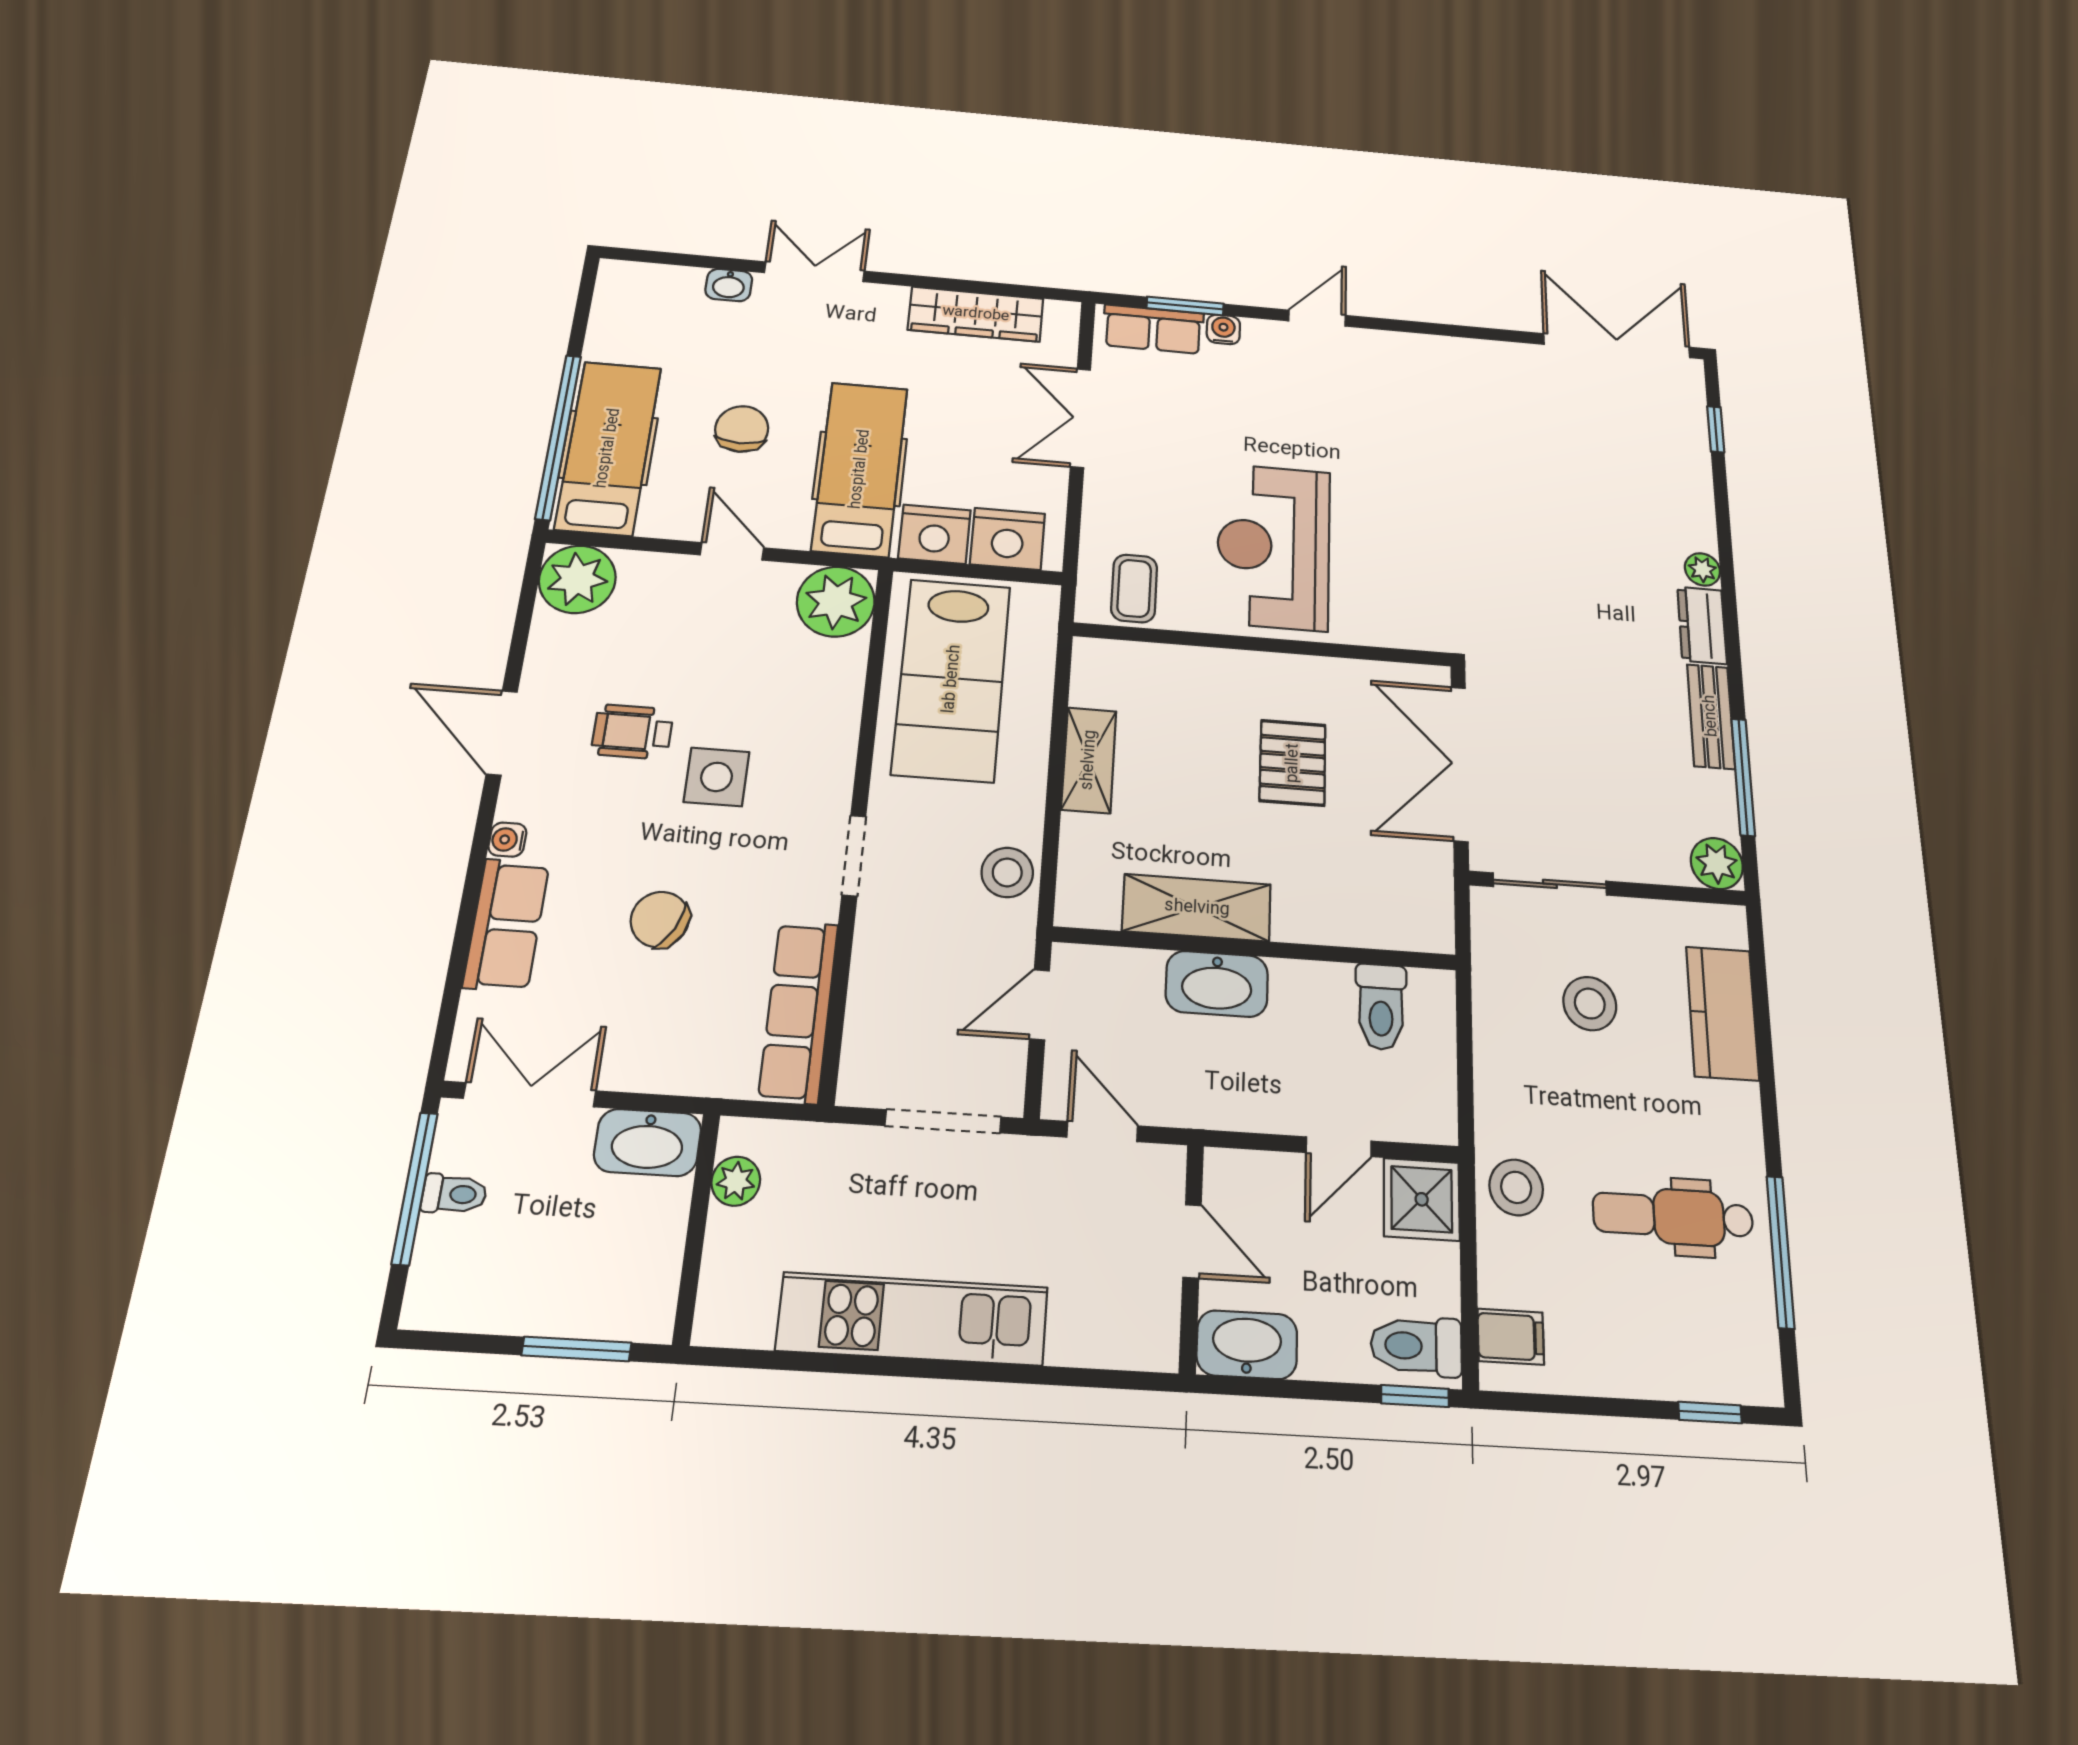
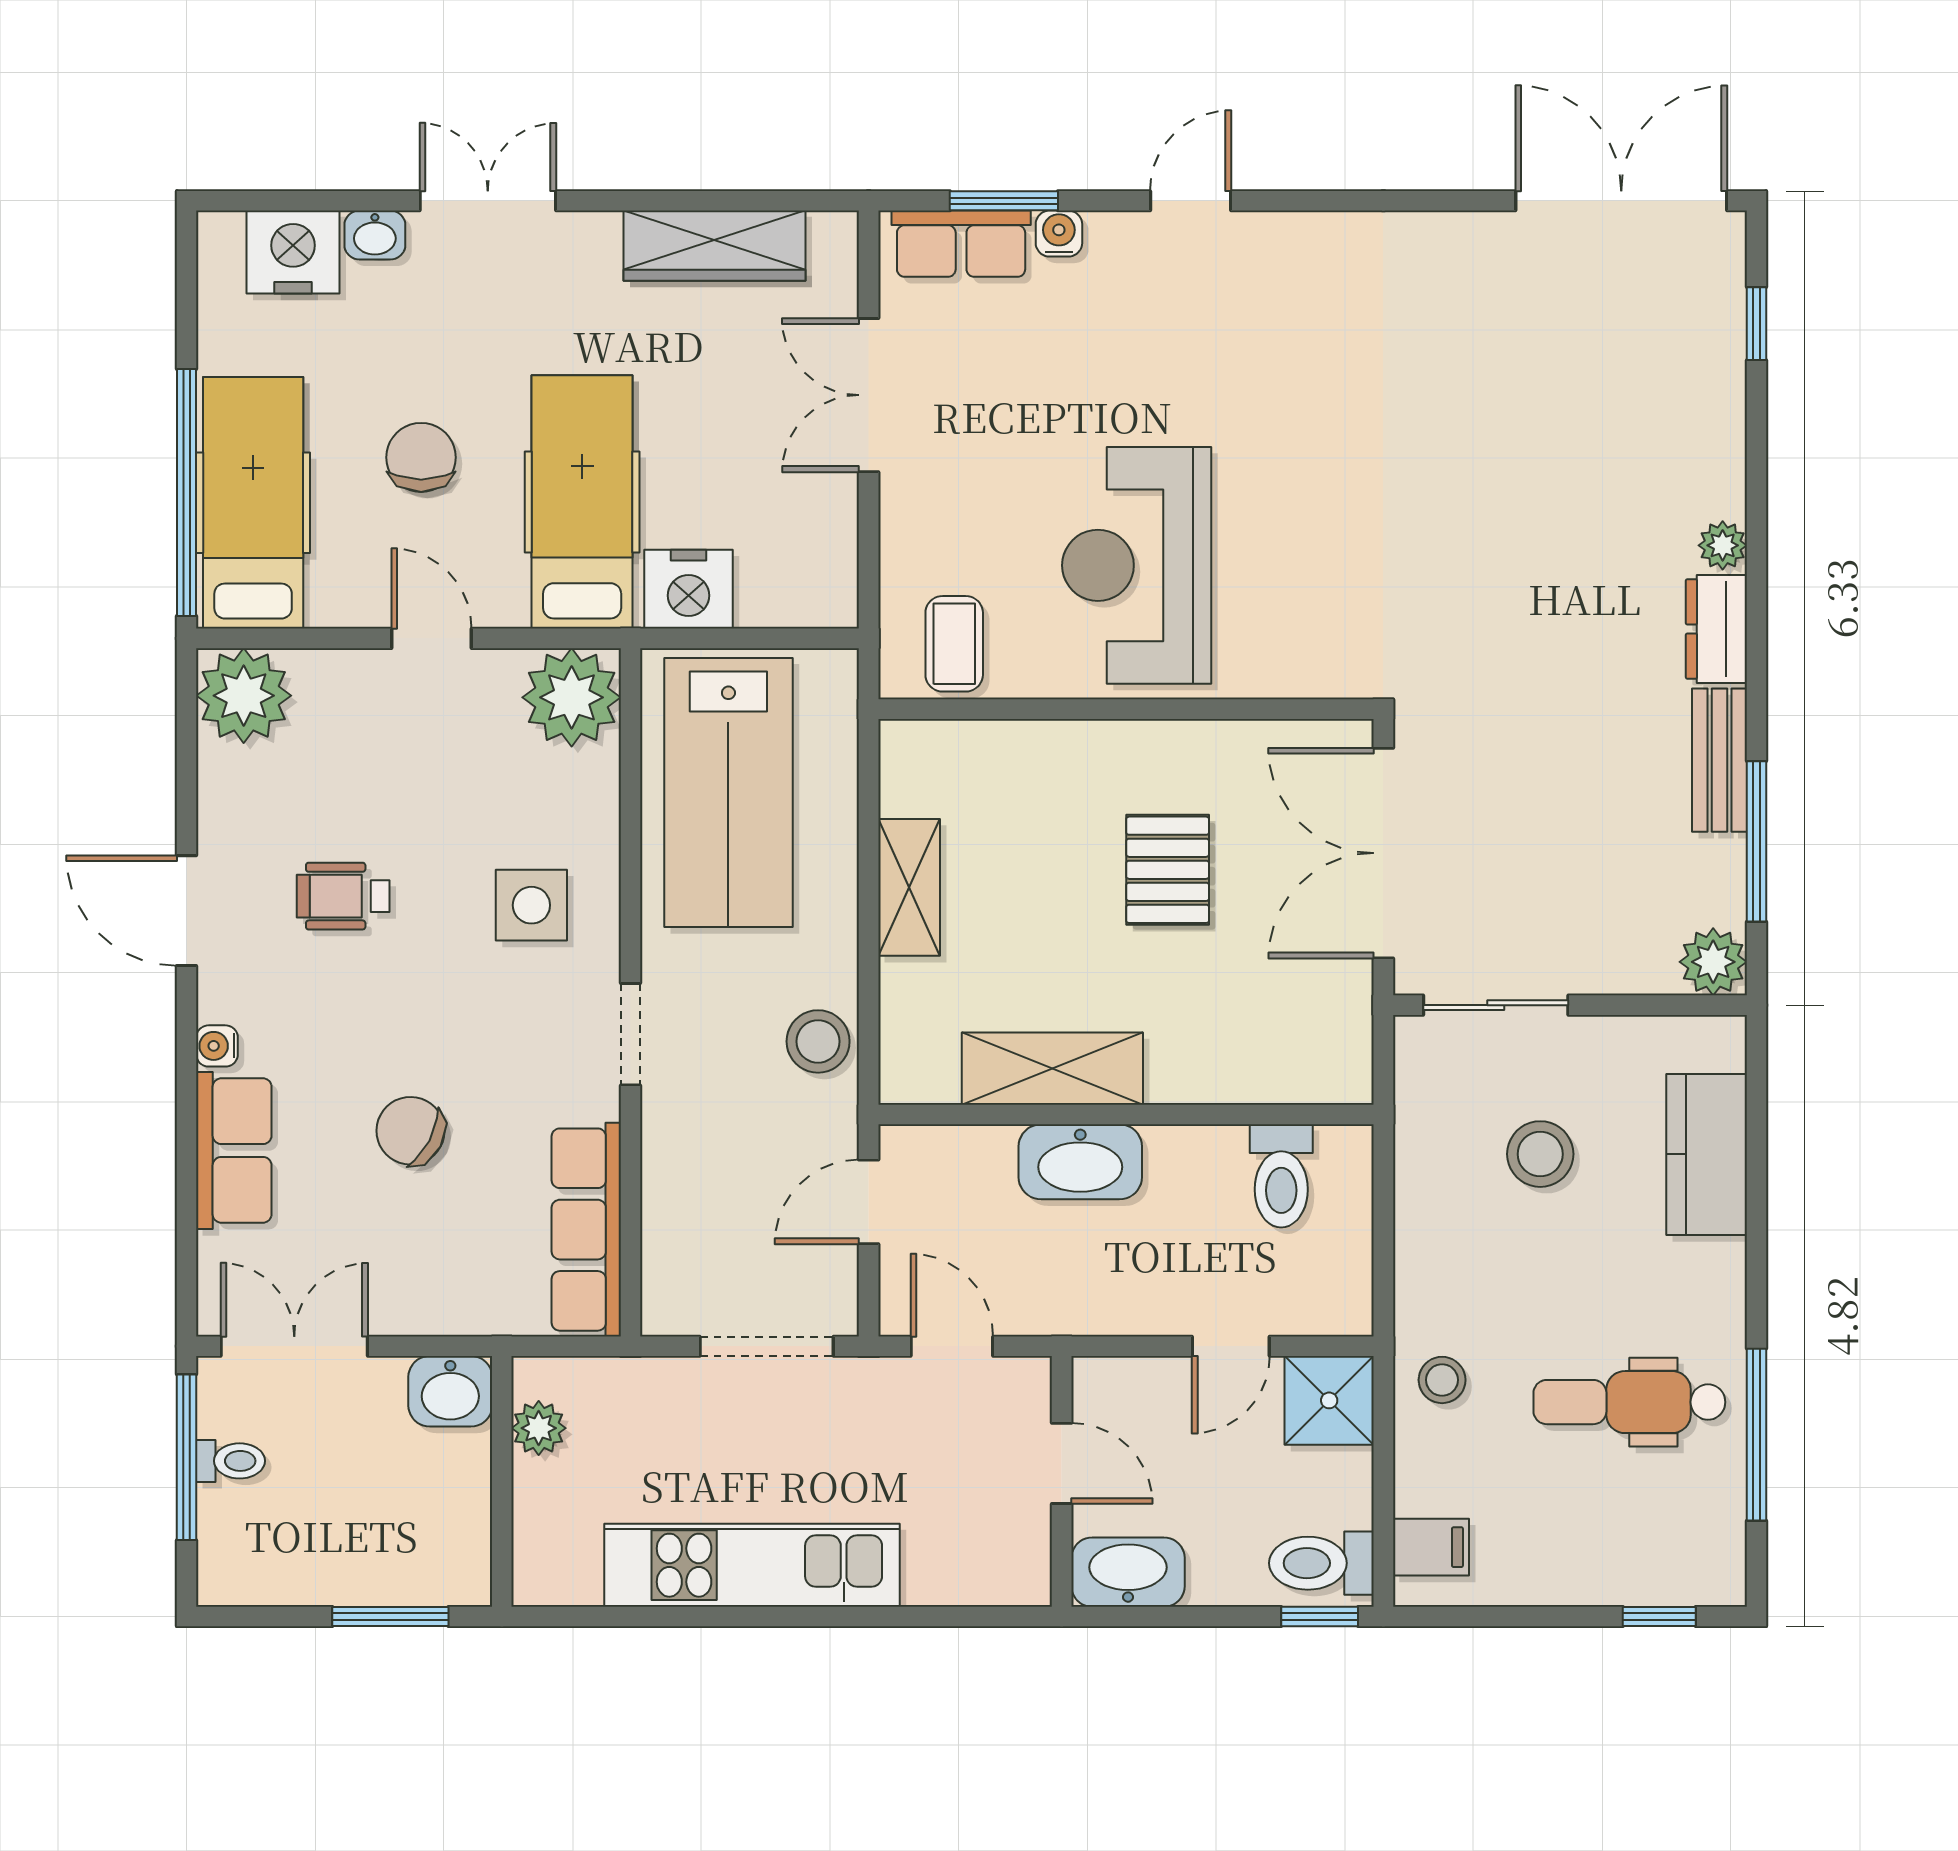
nightstand: (1007, 539) -> (293, 252), moved, turned 180
side table: (717, 777) -> (531, 905), moved
washbasin: (648, 1142) -> (450, 1391), width x0.72
stool: (1516, 1187) -> (1442, 1380), width x0.73, depth x0.73

